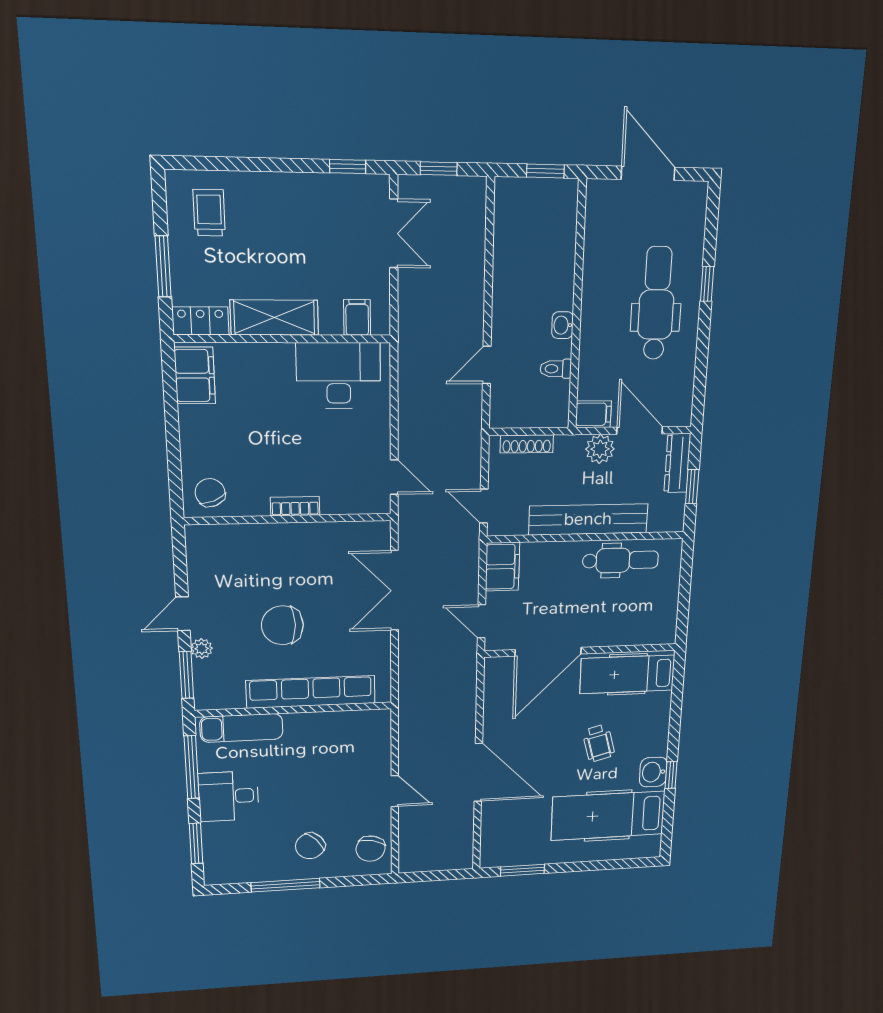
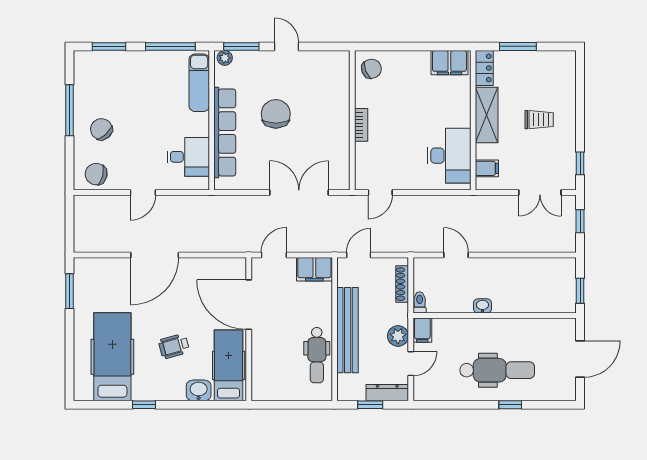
trolley: (209, 213) -> (539, 120), moved
toilet: (556, 369) -> (420, 302), moved
door: (640, 430) -> (411, 364), width x0.73
plant: (202, 649) -> (225, 58), moved
washbasin: (653, 772) -> (199, 390), moved
desk: (229, 796) -> (188, 157), moved, turned 90

